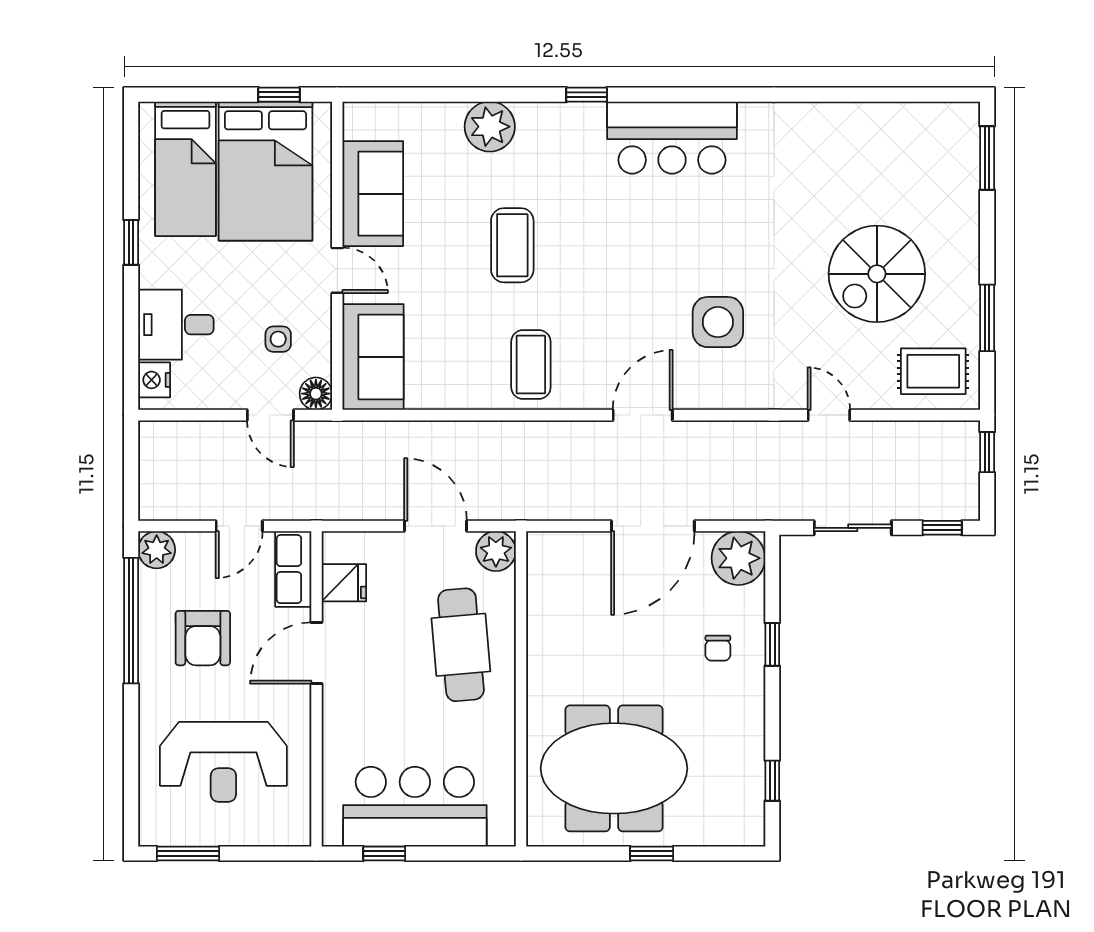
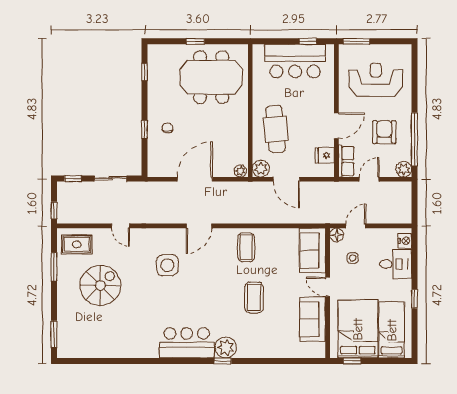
plant: (490, 127) -> (226, 347), moved
door: (270, 415) -> (356, 226), hinge flipped
plant: (738, 558) -> (240, 171), moved, width x0.53, depth x0.53
window: (188, 854) -> (357, 41), moved

